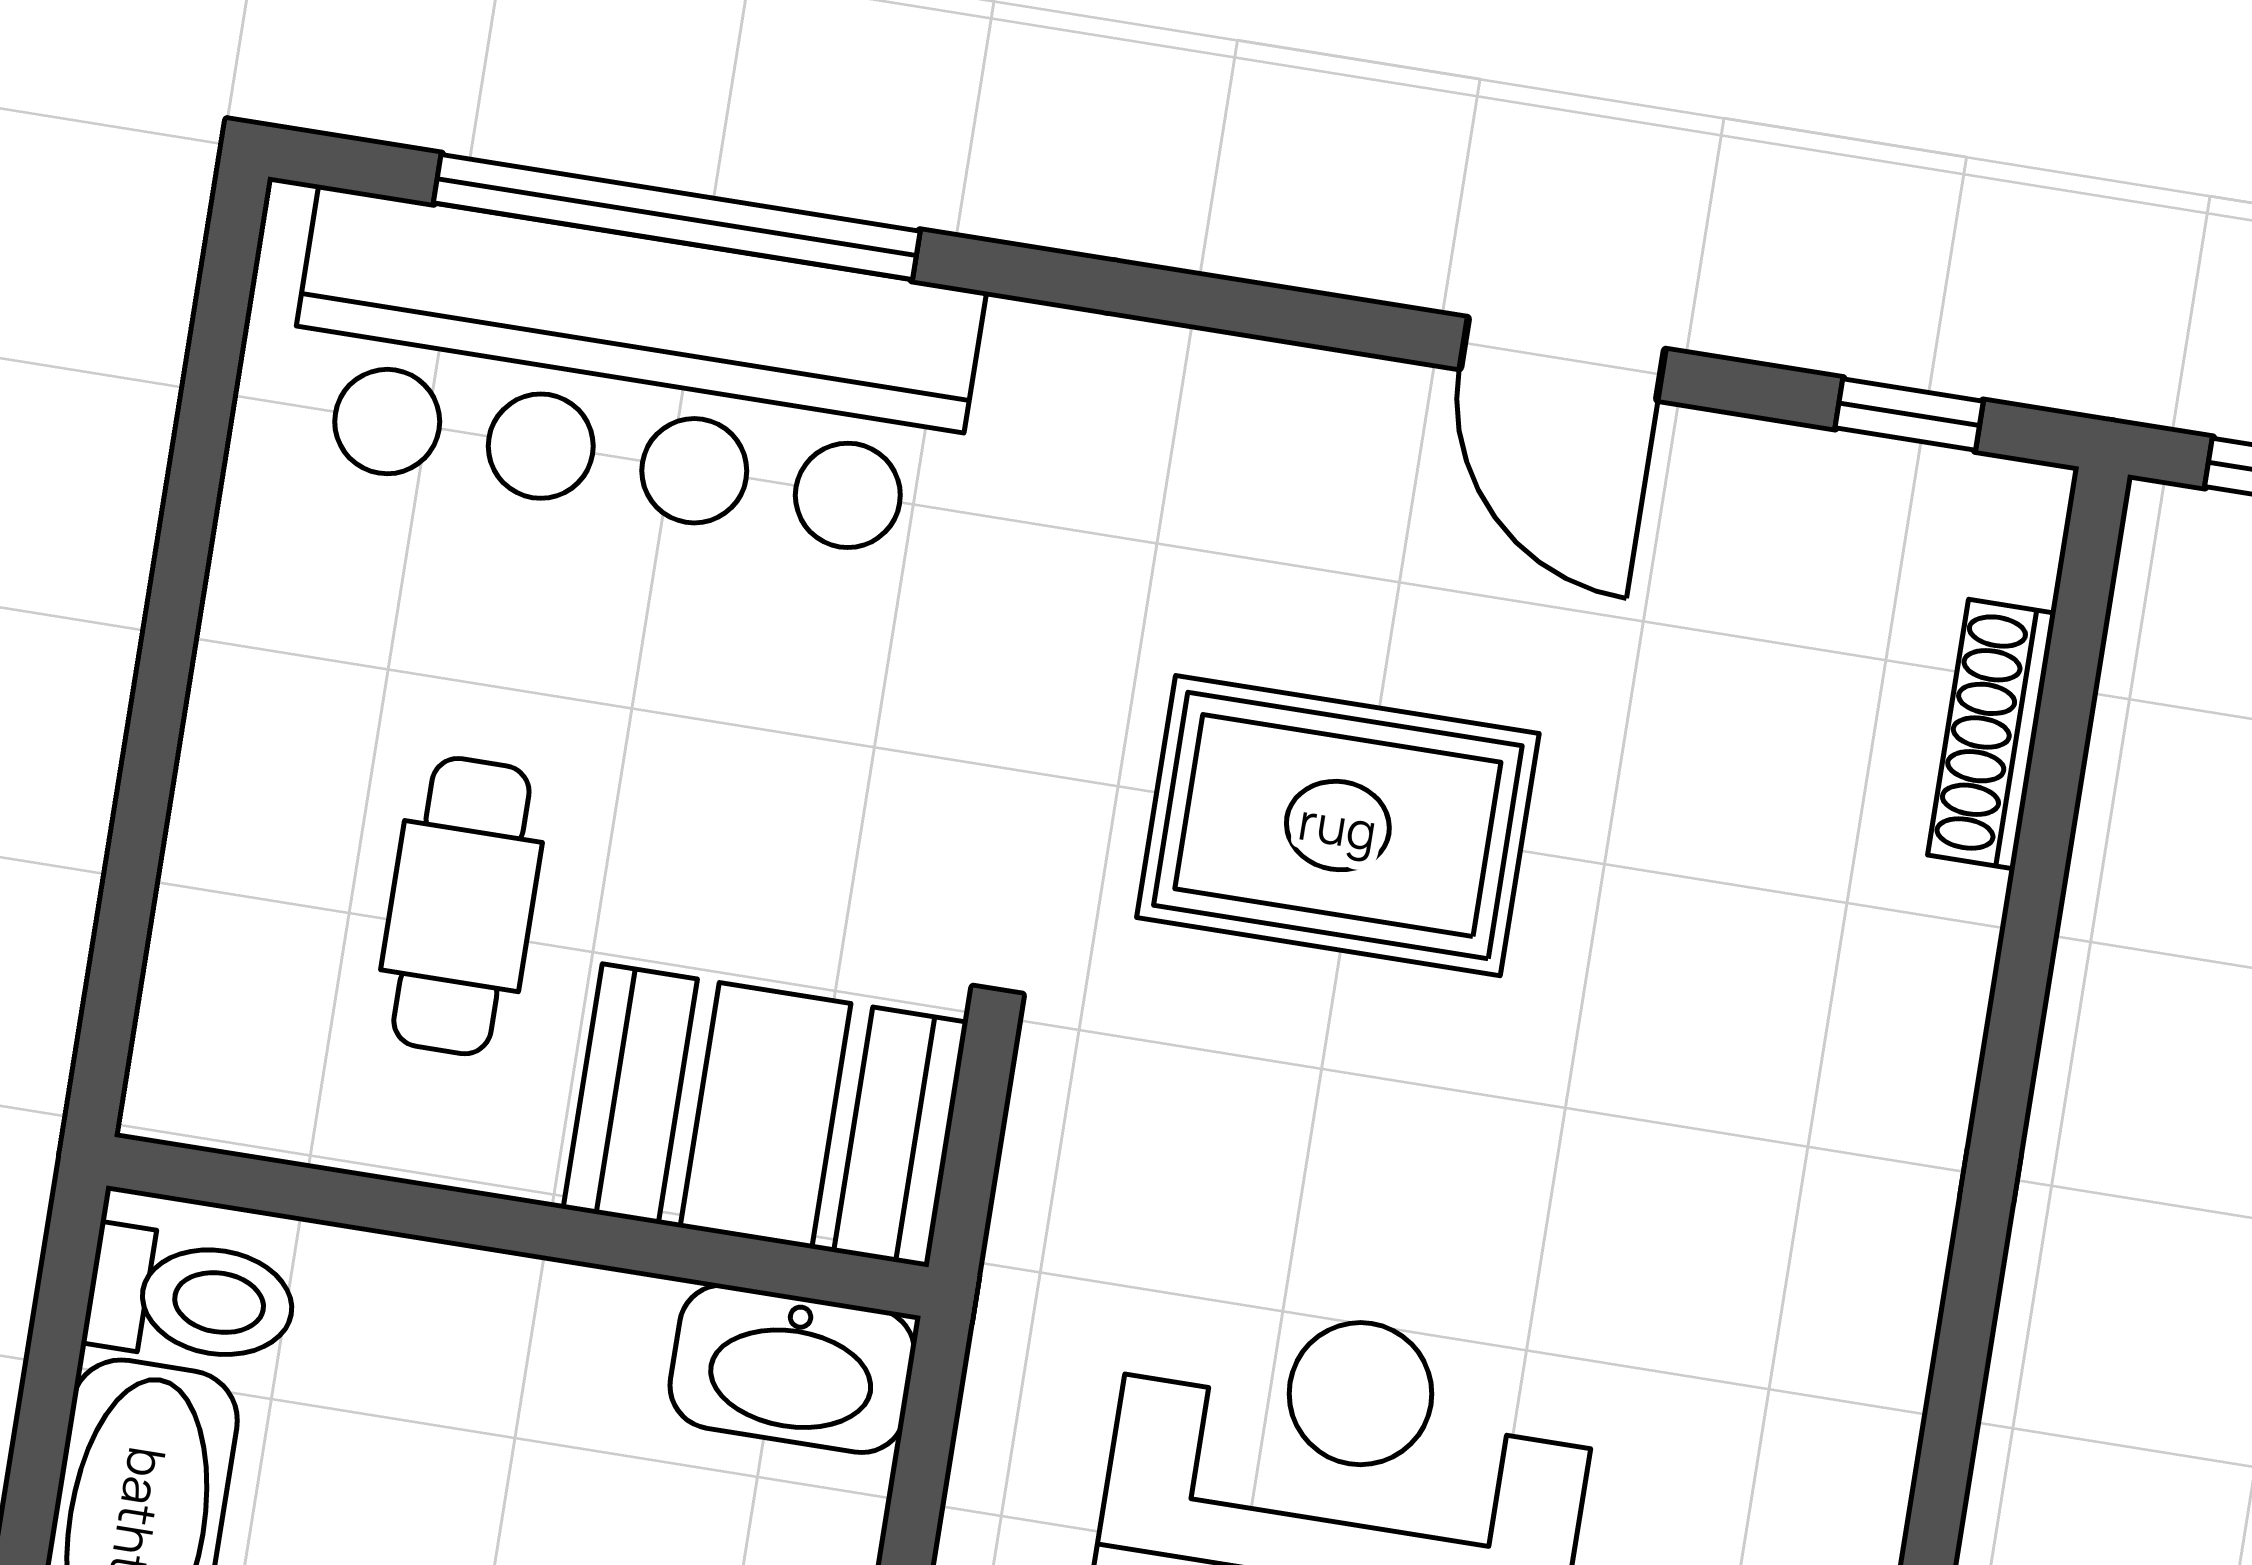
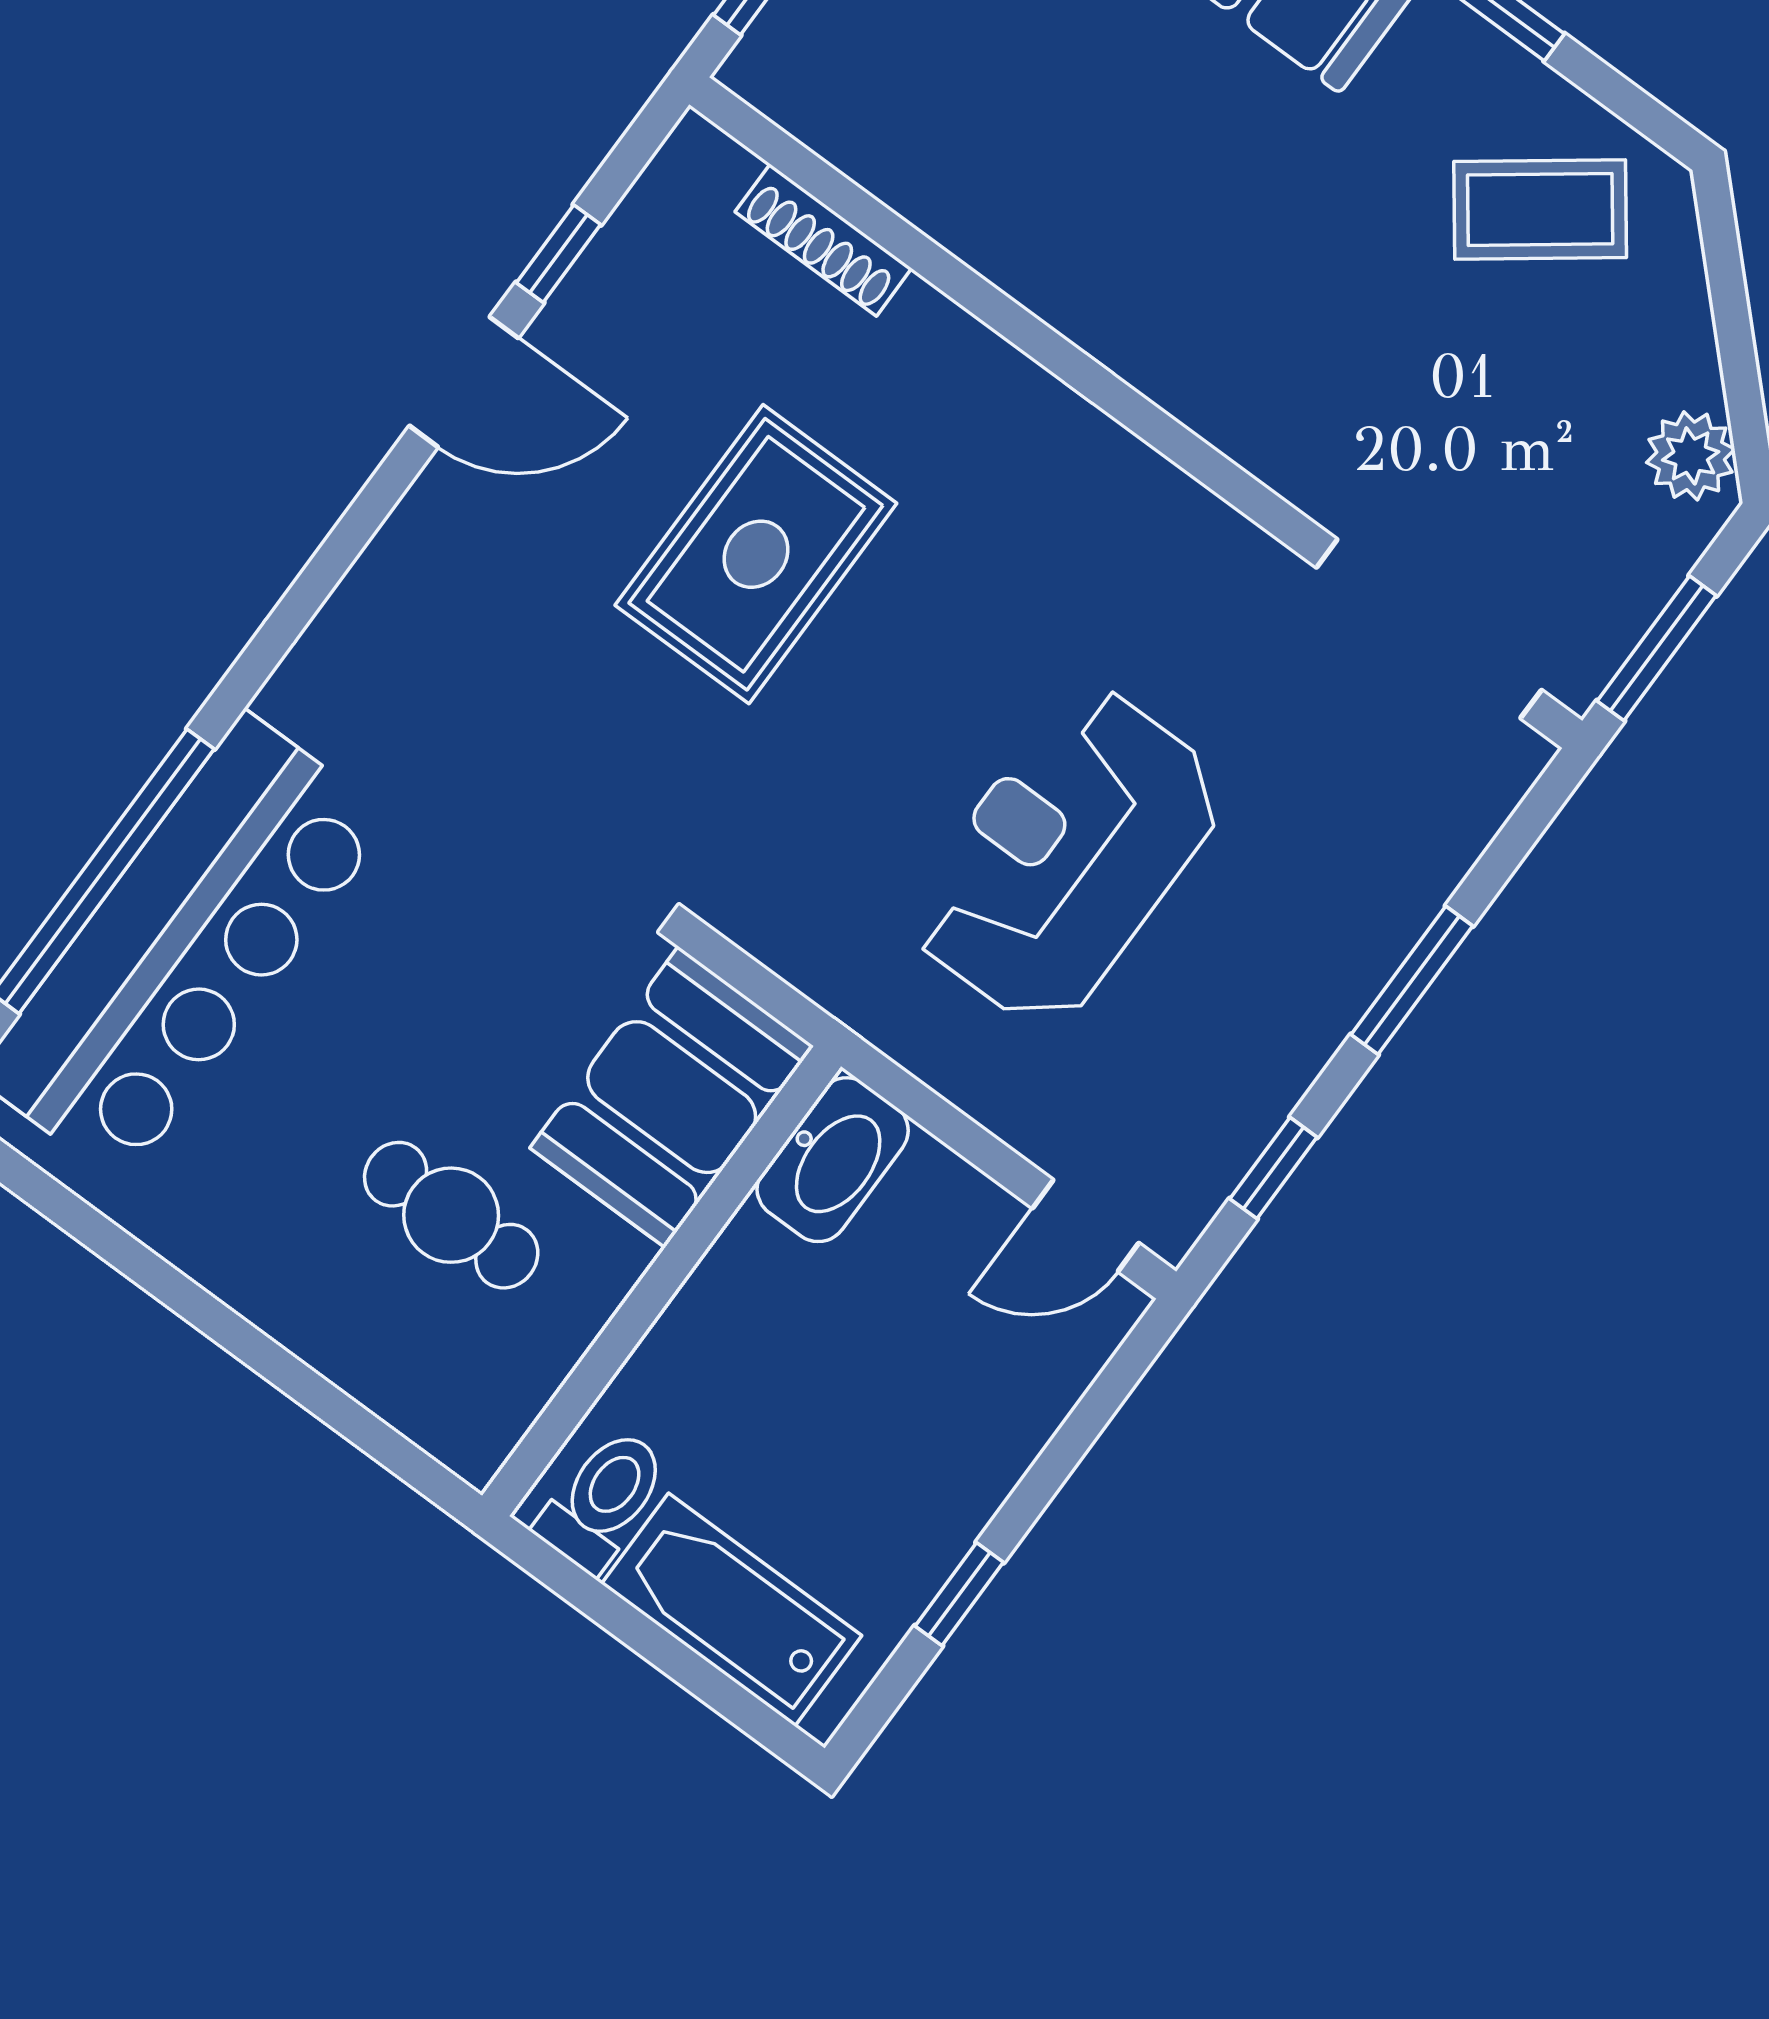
window: (1909, 414) -> (558, 254), moved
rug: (1338, 826) -> (756, 554), moved

